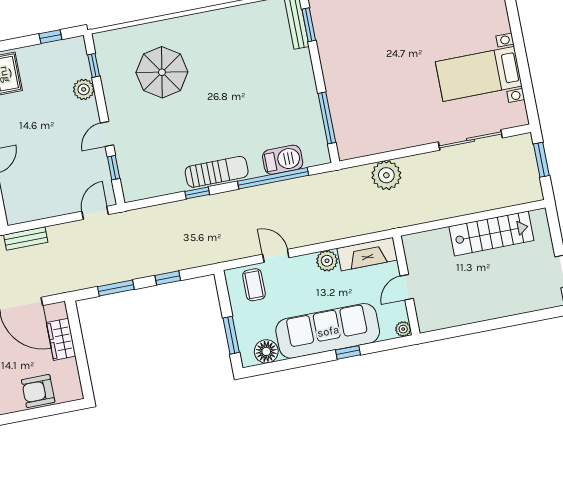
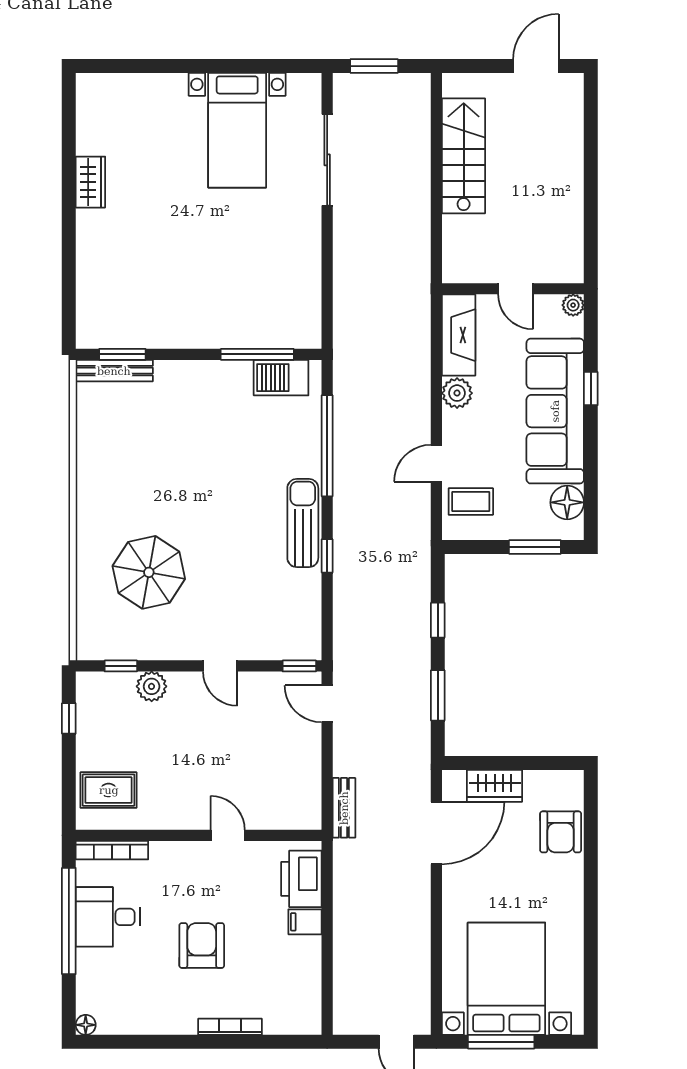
barbecue: (283, 160) -> (281, 378), moved, turned -90
window: (114, 168) -> (299, 666), moved
plant: (386, 175) -> (354, 287), removed

